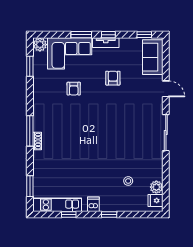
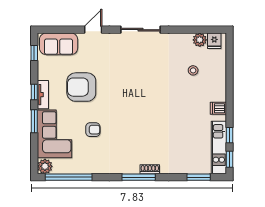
window: (30, 66) -> (69, 177), width x2.11
armchair: (113, 78) -> (81, 87), width x1.88, depth x1.88
window: (109, 215) -> (229, 159), moved

